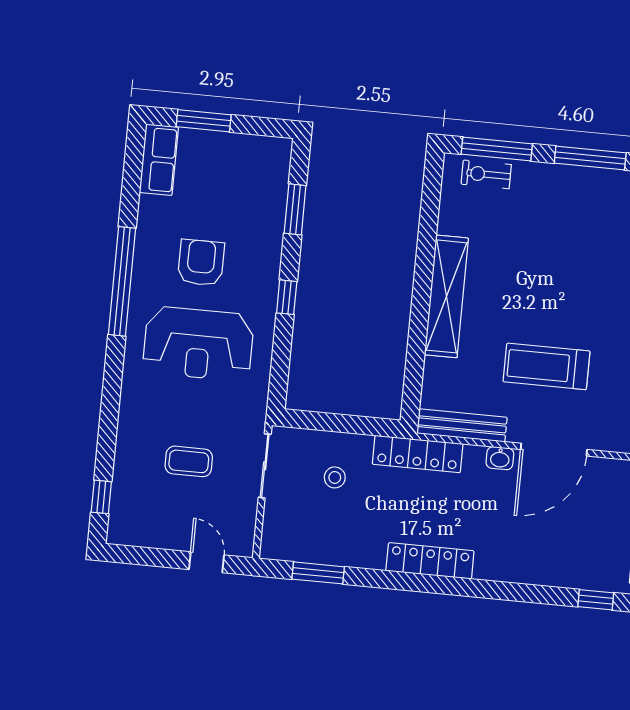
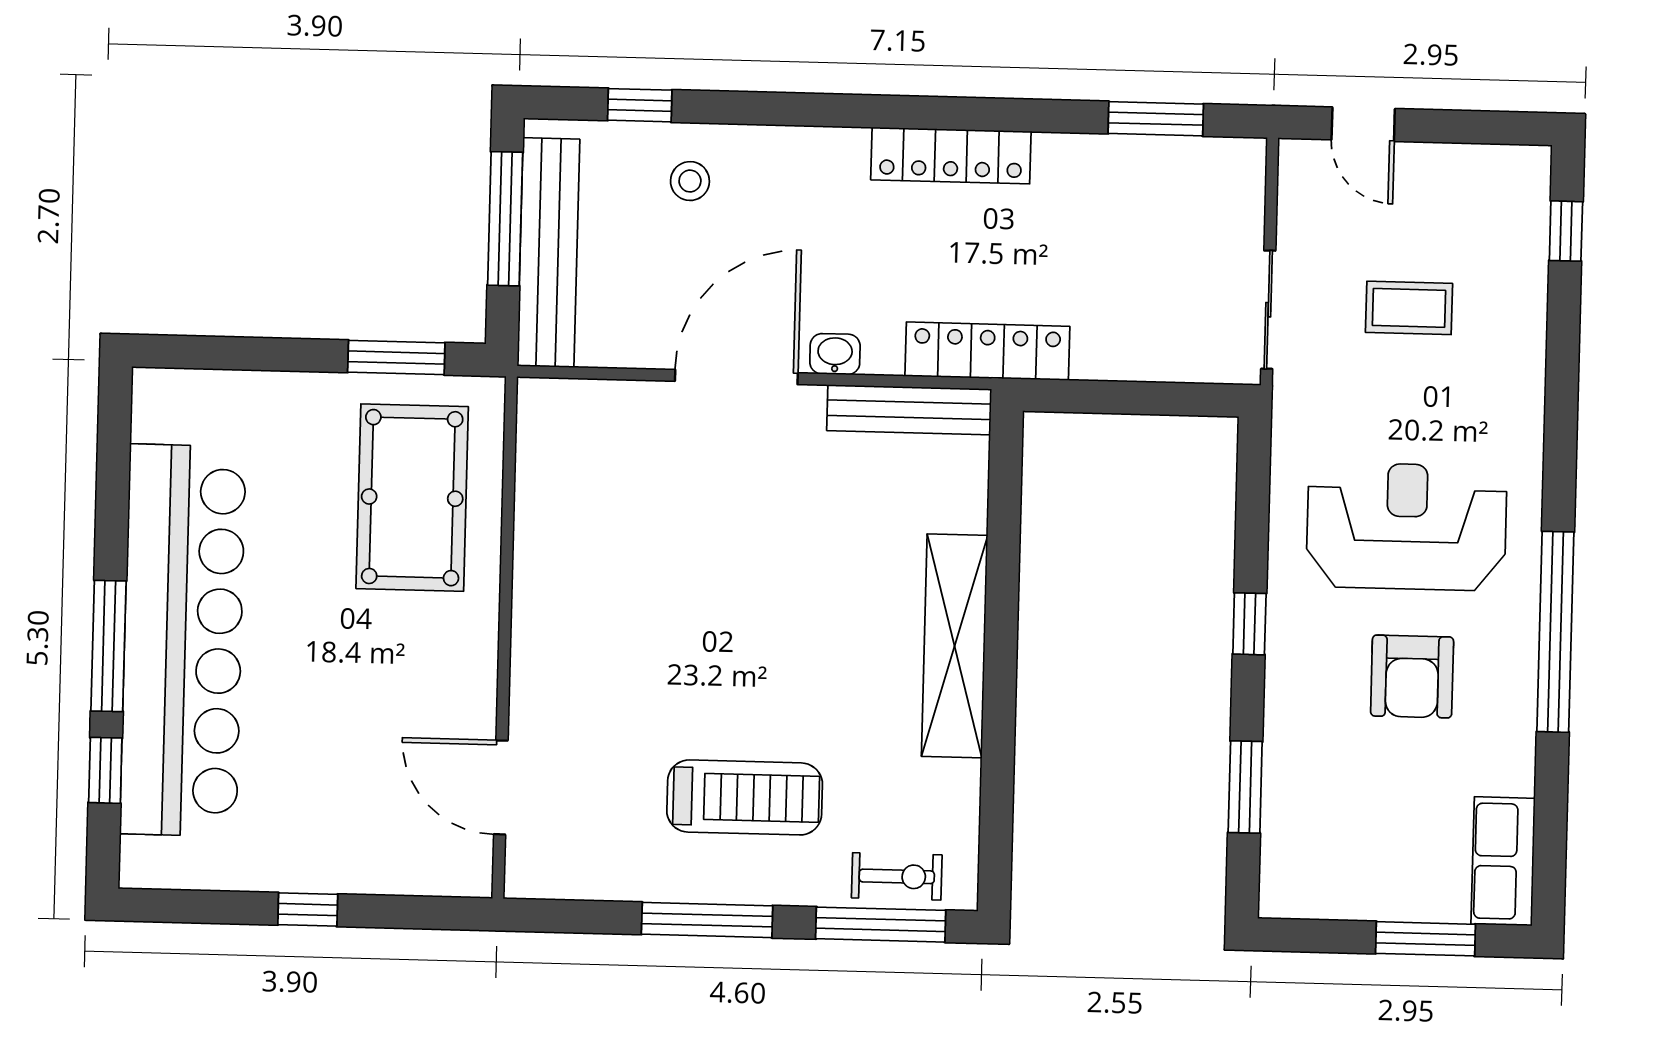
treadmill: (547, 366) -> (745, 797), moved
stool: (335, 477) -> (690, 181), moved

